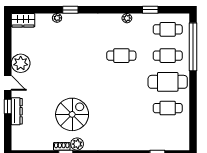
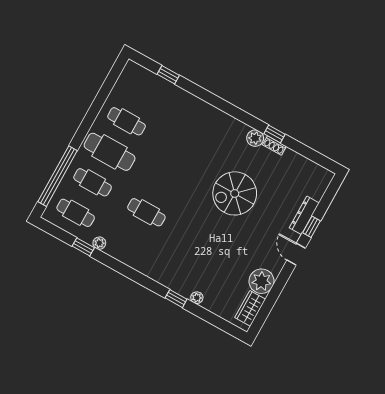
plant: (127, 18) -> (99, 243), moved
wardrobe: (23, 20) -> (250, 308), moved, turned -90
plant: (21, 63) -> (261, 281), moved
spiral stairs: (72, 114) -> (235, 193), moved

